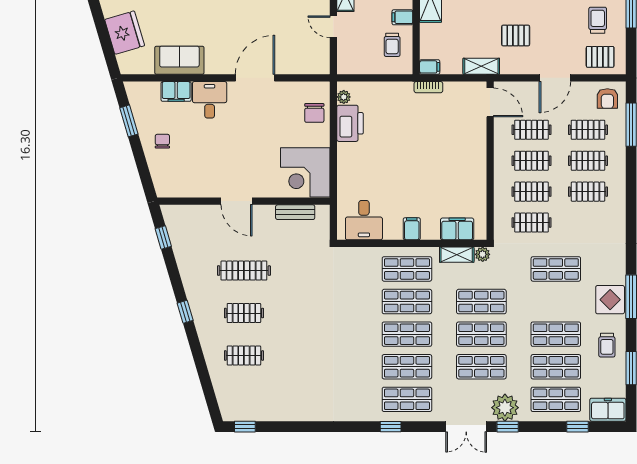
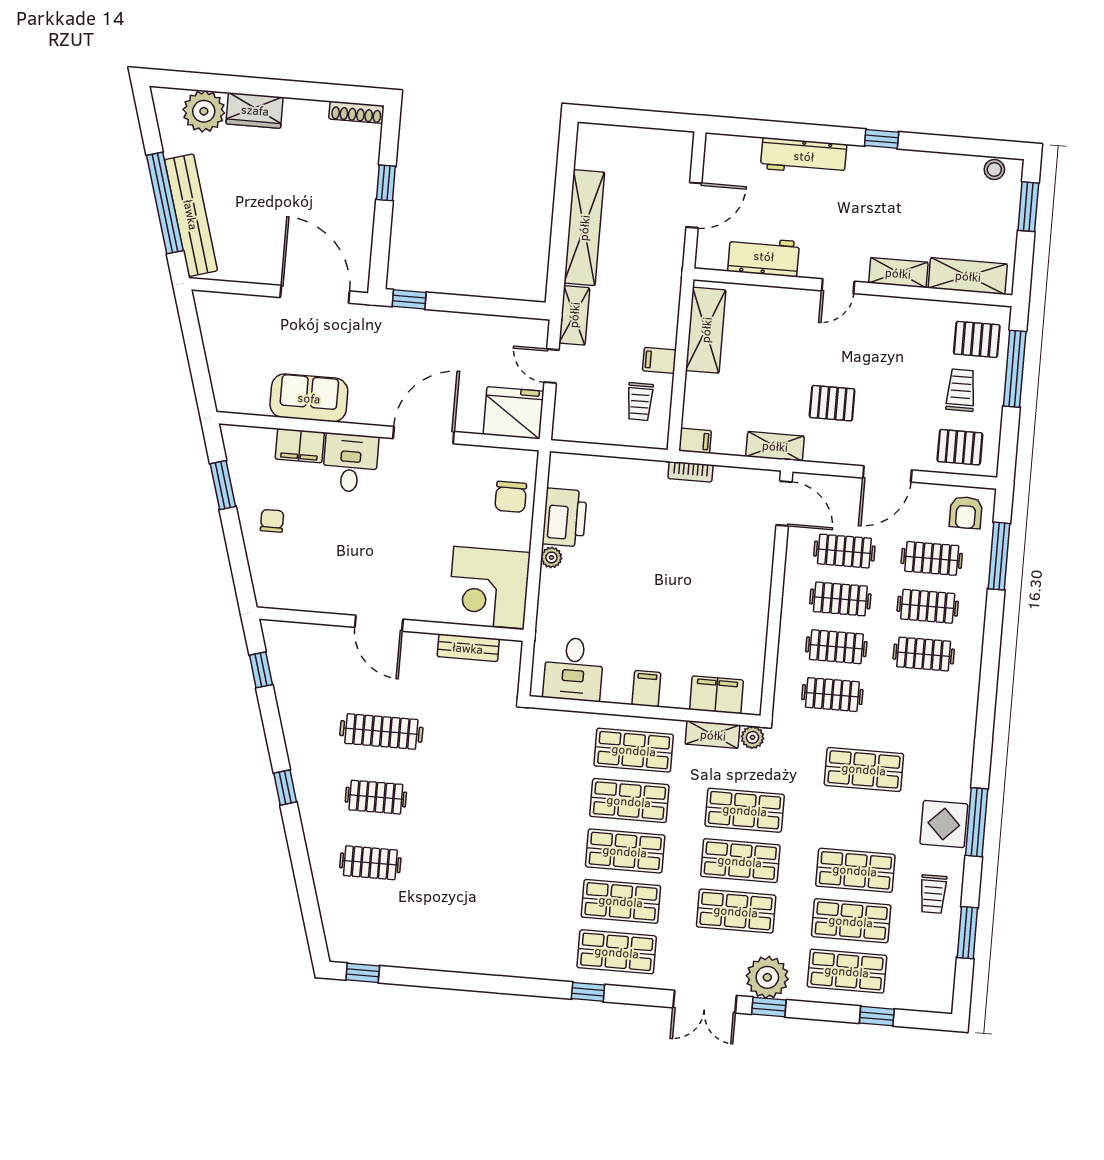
fridge: (125, 33) -> (513, 413), moved, turned -74
plant: (344, 97) -> (551, 557), moved
freezer: (608, 410) -> (926, 994), removed

